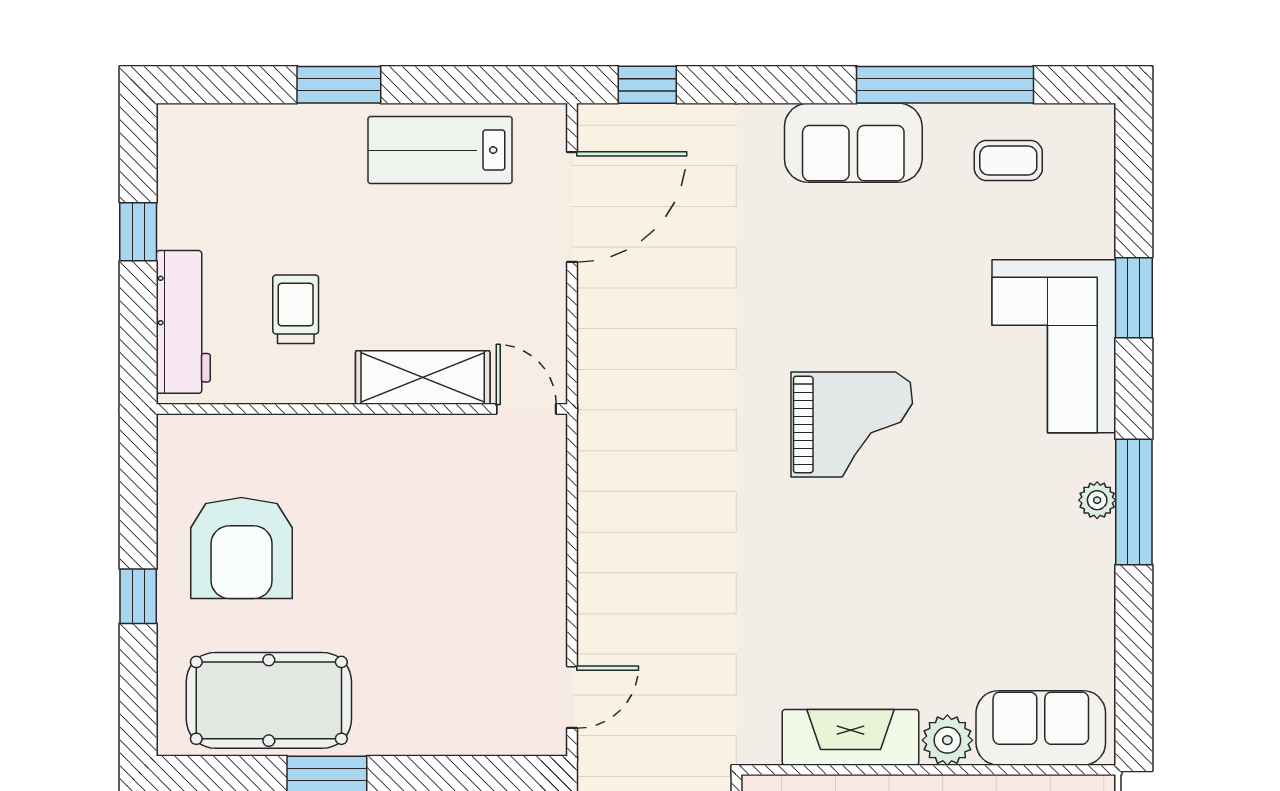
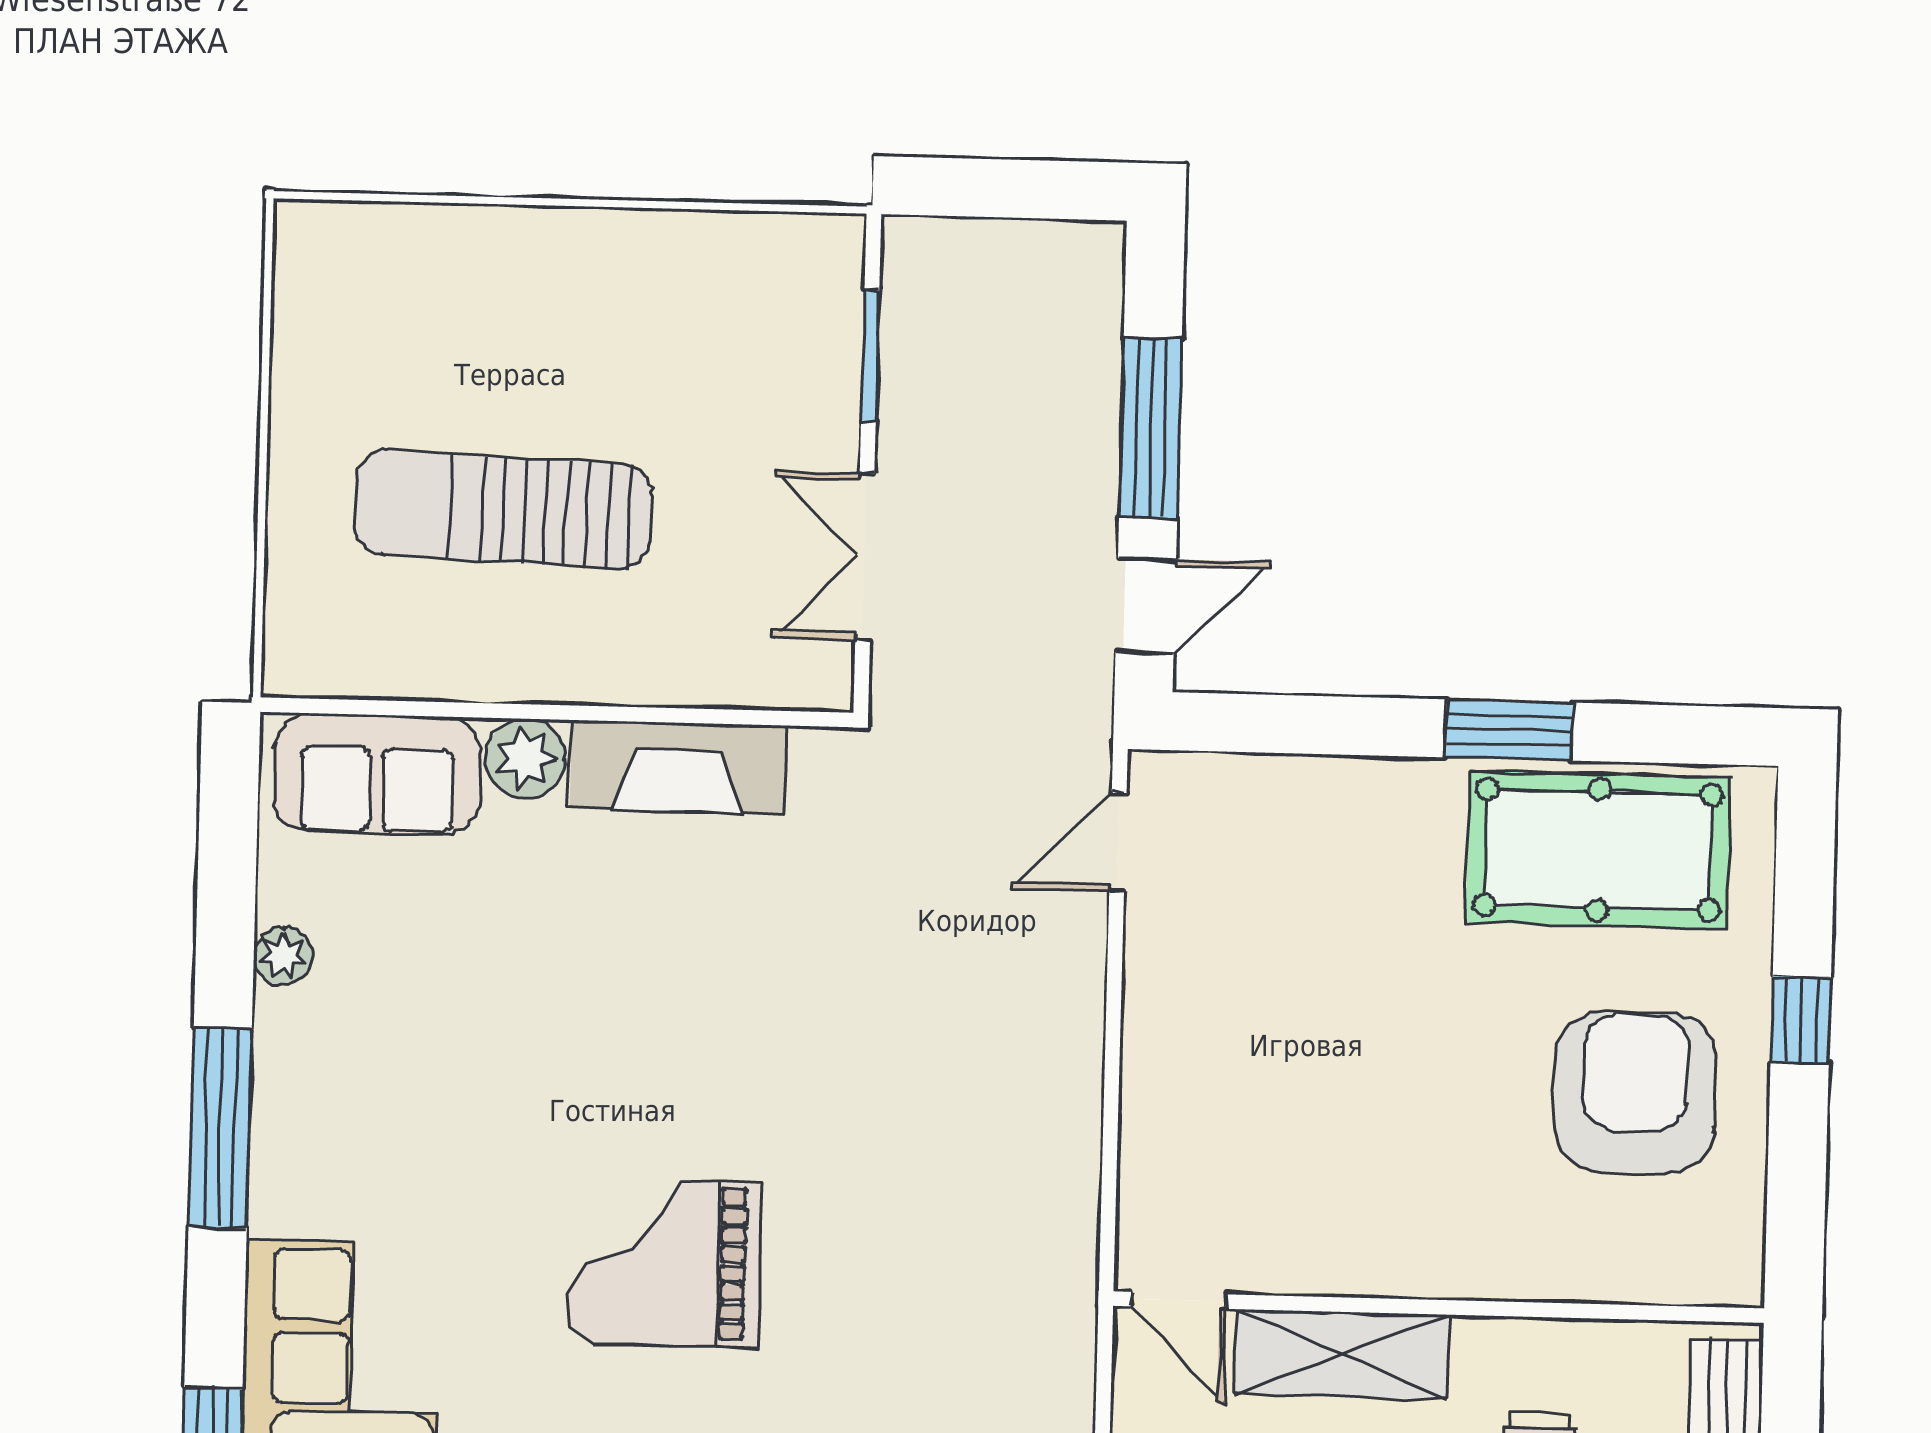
plant: (1097, 500) -> (283, 956), moved

